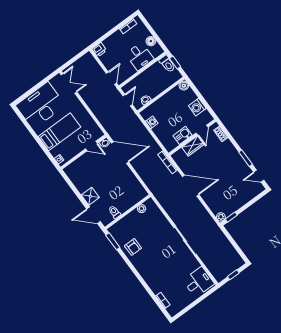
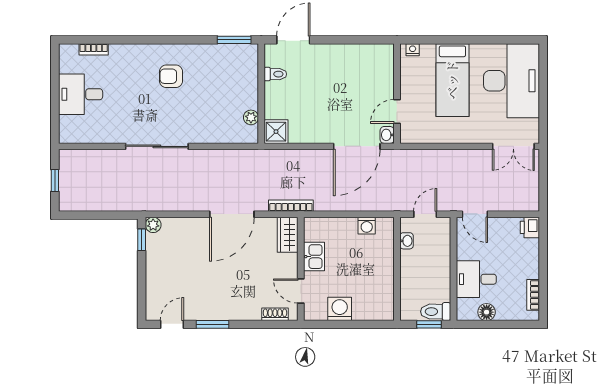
boiler: (184, 86) -> (386, 312), removed
door: (128, 100) -> (425, 214), swing flipped
wardrobe: (193, 146) -> (288, 235), moved
shower: (90, 196) -> (276, 132), moved
armchair: (133, 247) -> (171, 76), moved
desk: (199, 282) -> (81, 94), moved, turned 90

